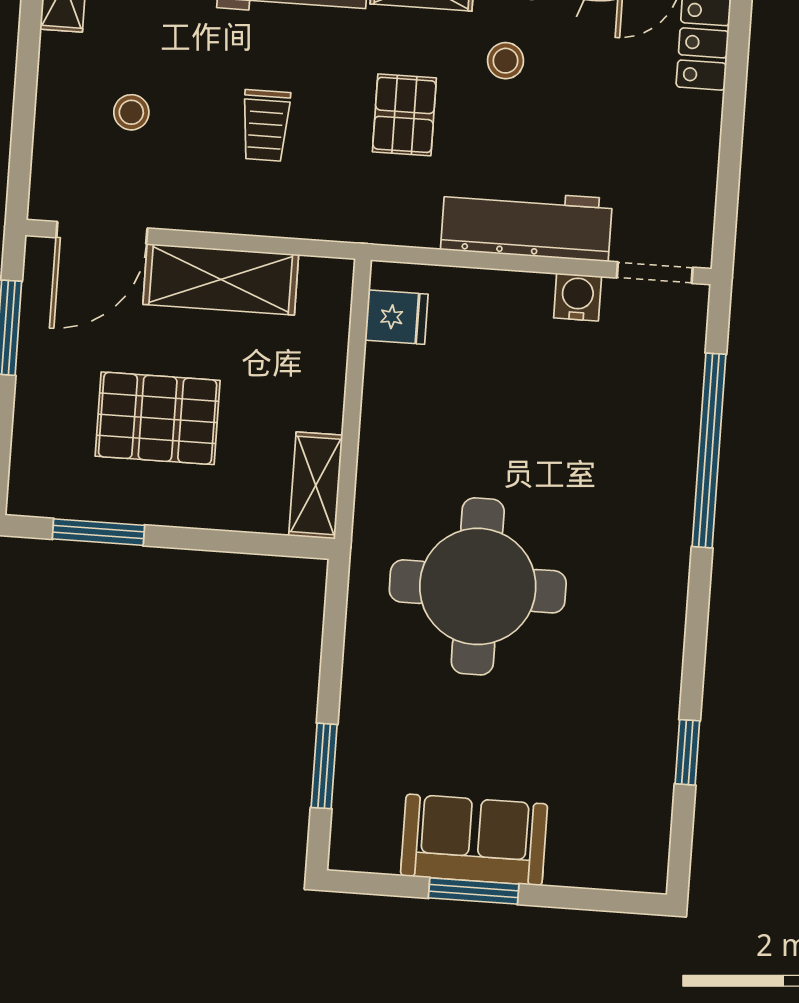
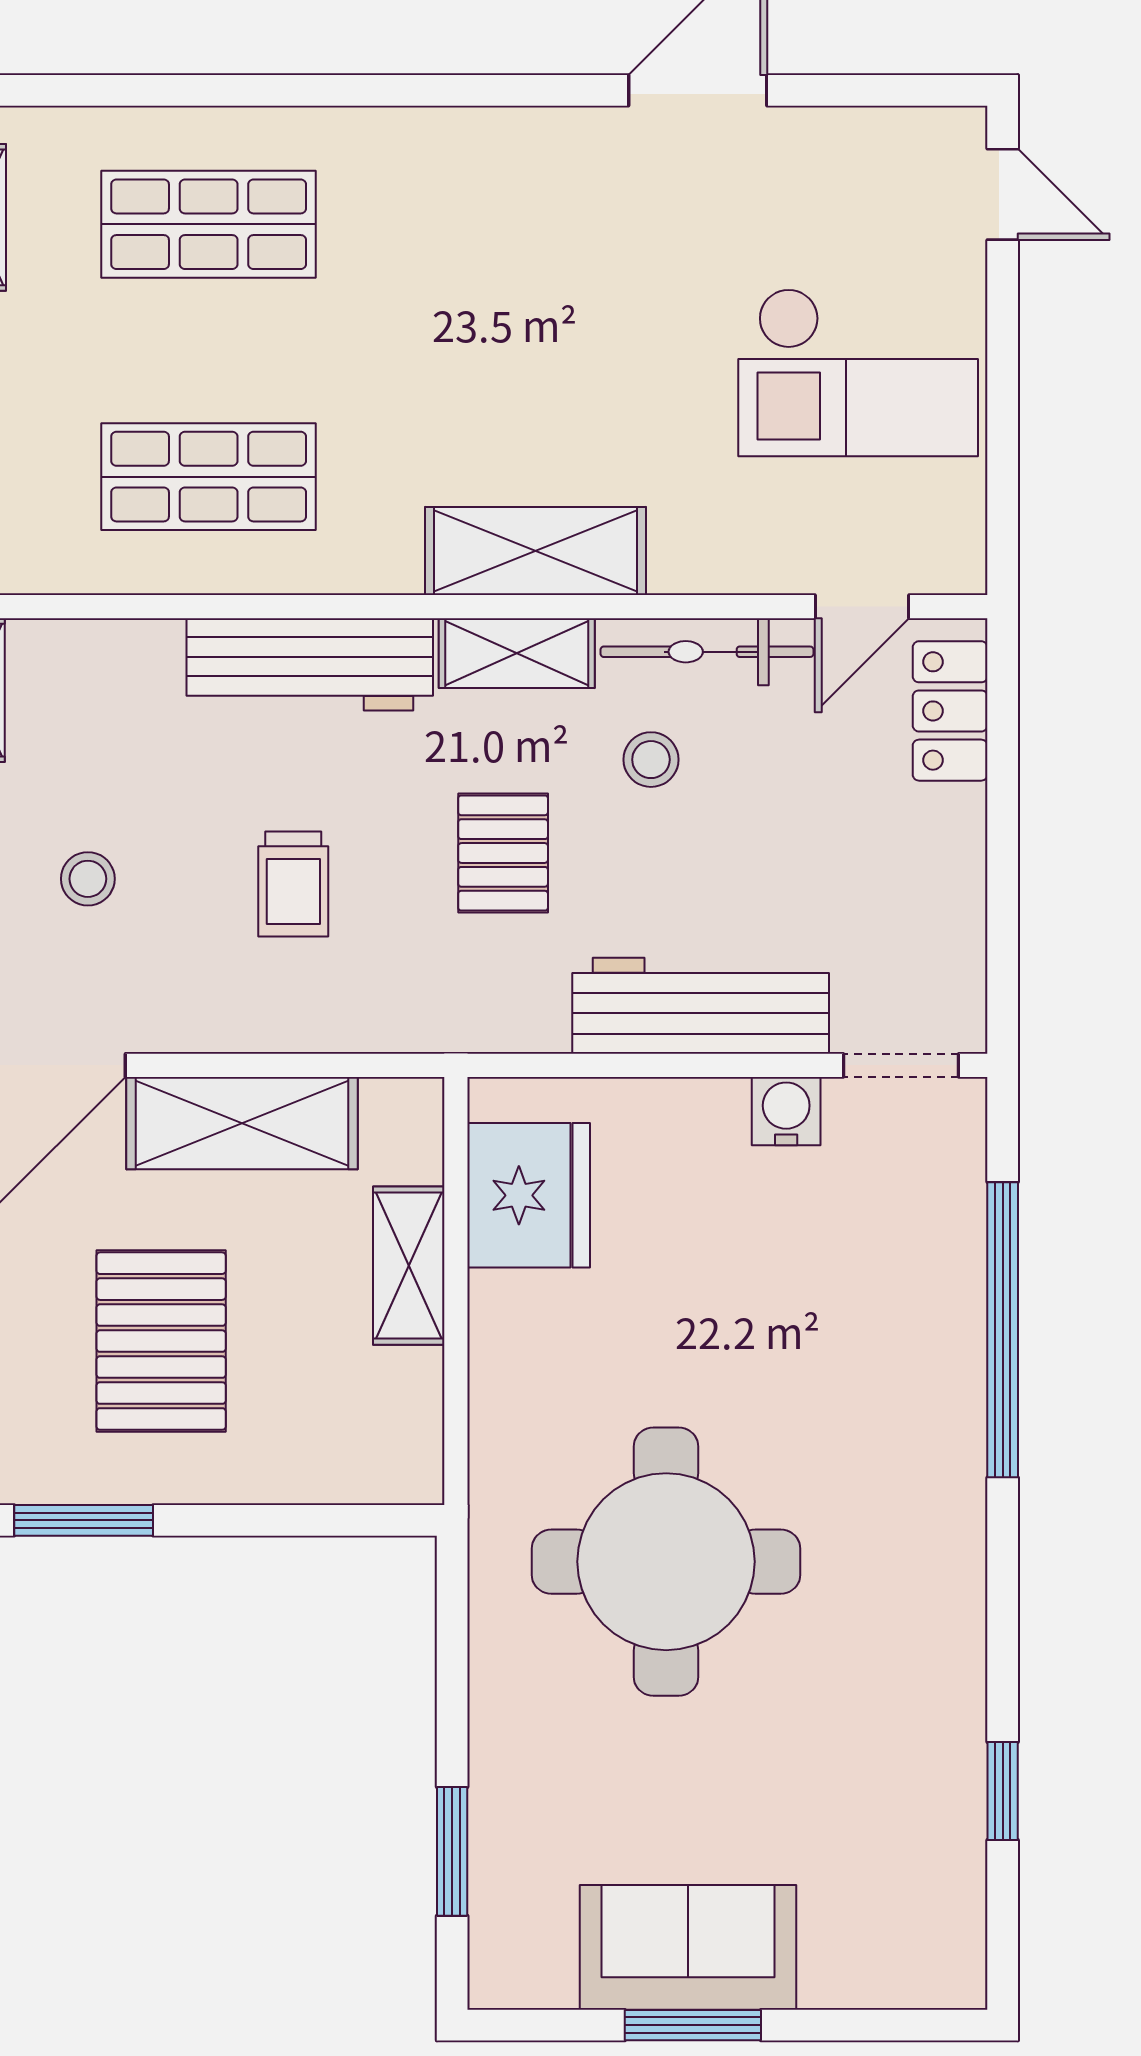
fridge: (396, 317) -> (529, 1195), width x1.88, depth x1.34
pallet: (158, 418) -> (161, 1341), turned 90
shelving: (316, 485) -> (409, 1266), moved

